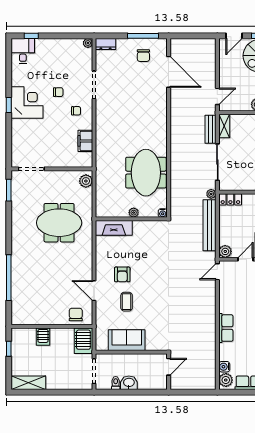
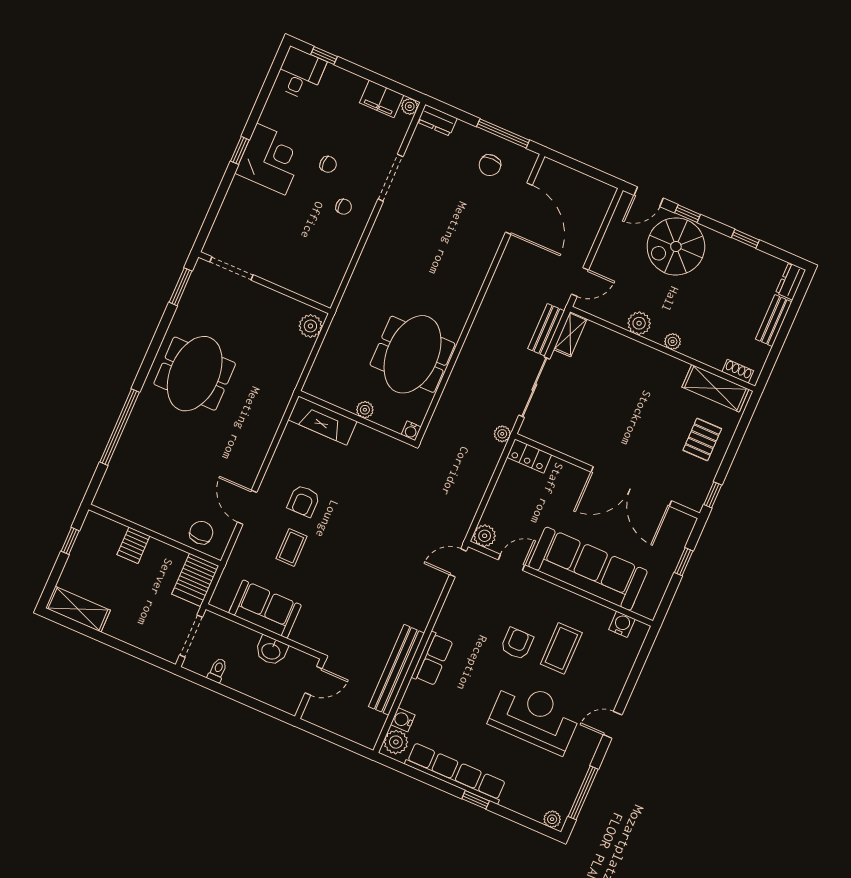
filing cabinet: (85, 141) -> (382, 99), moved, turned -90
meeting table: (59, 223) -> (195, 374), moved, turned 90
bench: (210, 225) -> (396, 670), moved
washbasin: (129, 383) -> (271, 651), moved, turned 180

